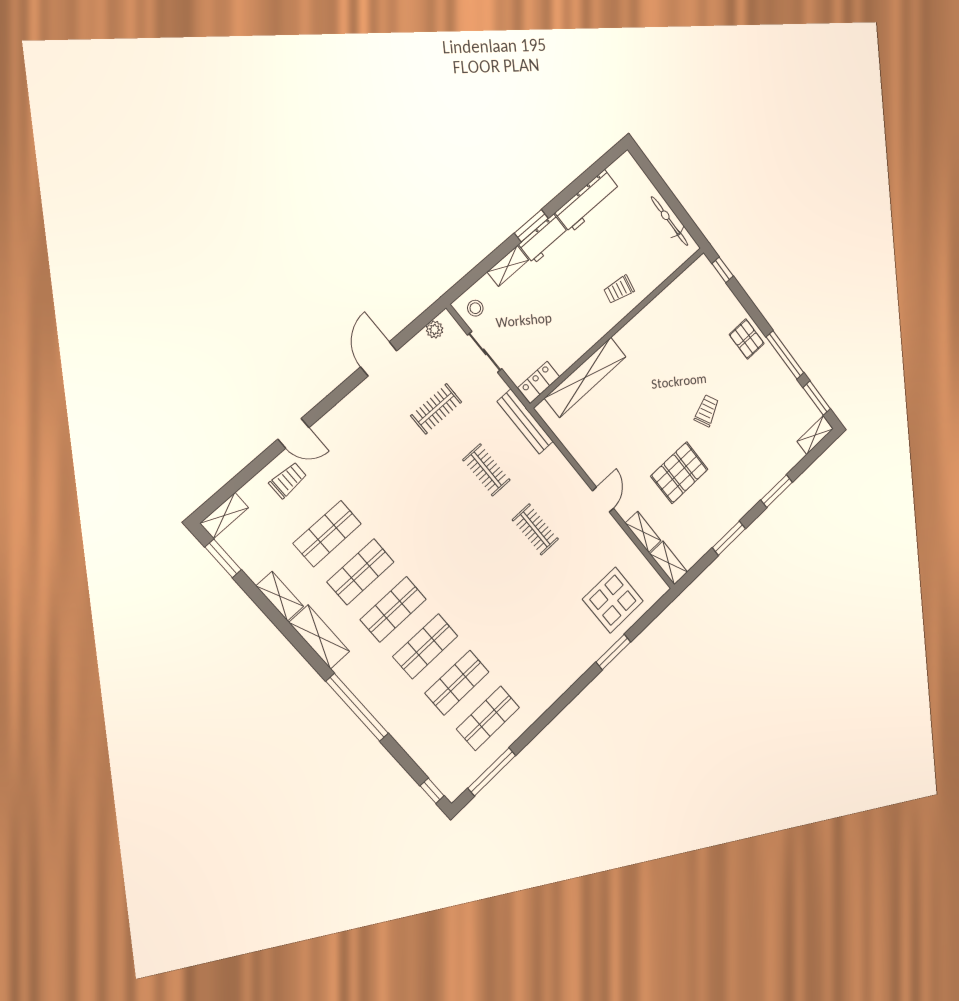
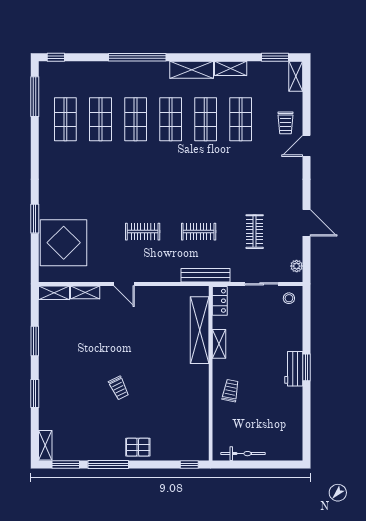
workbench: (588, 201) -> (293, 412), removed
shelving: (508, 266) -> (219, 344), moved
pallet: (679, 473) -> (99, 342), removed
display table: (613, 600) -> (64, 243), width x1.36, depth x1.36

